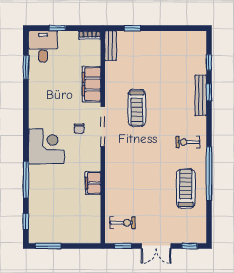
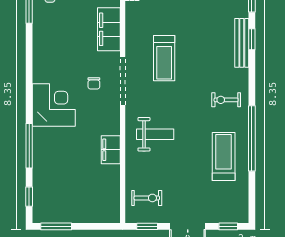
weight bench: (129, 170) -> (155, 134), added

